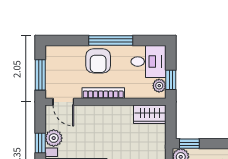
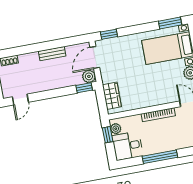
armchair: (98, 61) -> (167, 139), removed
wardrobe: (150, 114) -> (112, 96), moved, turned 90

